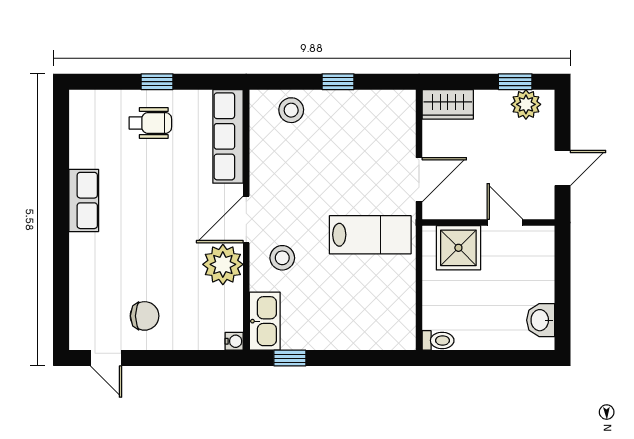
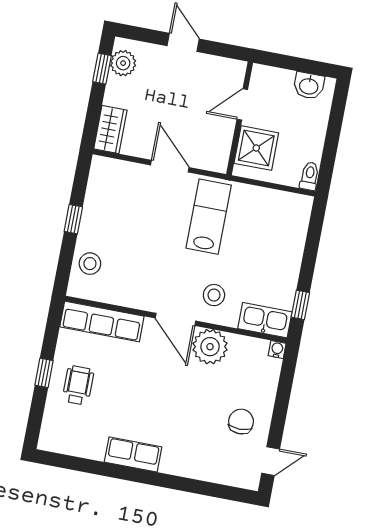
wall: (488, 222) -> (240, 118), moved
door: (505, 222) -> (242, 104), moved
shower: (458, 248) -> (256, 148), moved

